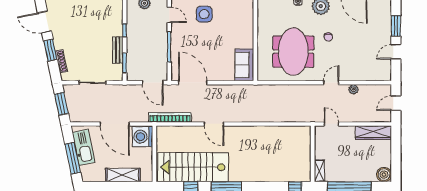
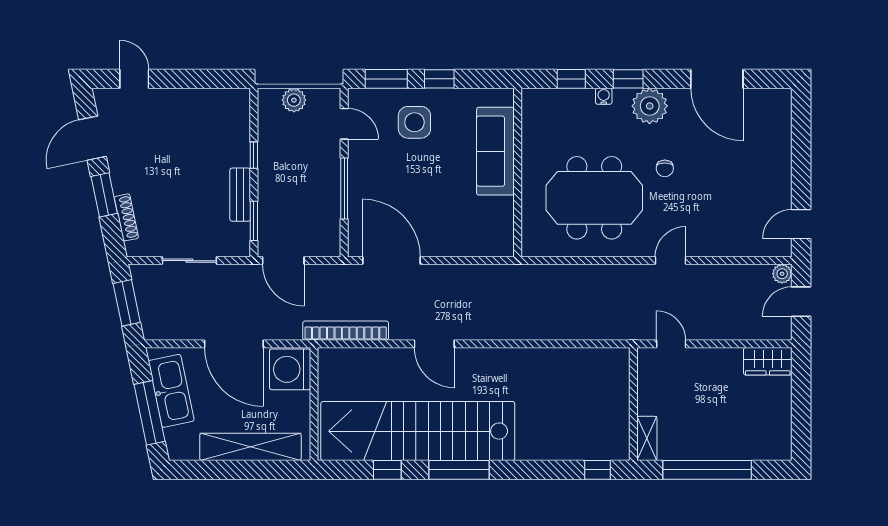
door: (44, 22) -> (92, 138), hinge flipped
window: (396, 26) -> (801, 146), removed
meeting table: (293, 52) -> (594, 198), turned 90
door: (396, 52) -> (801, 224), moved
sofa: (244, 65) -> (495, 151), moved, width x1.36
door: (153, 83) -> (283, 261), moved
plant: (353, 89) -> (782, 274), moved
wardrobe: (373, 133) -> (768, 361), width x0.67
stairs: (193, 167) -> (418, 431), width x1.36
shelving: (123, 175) -> (250, 447), width x1.47
boiler: (384, 175) -> (777, 446), removed

